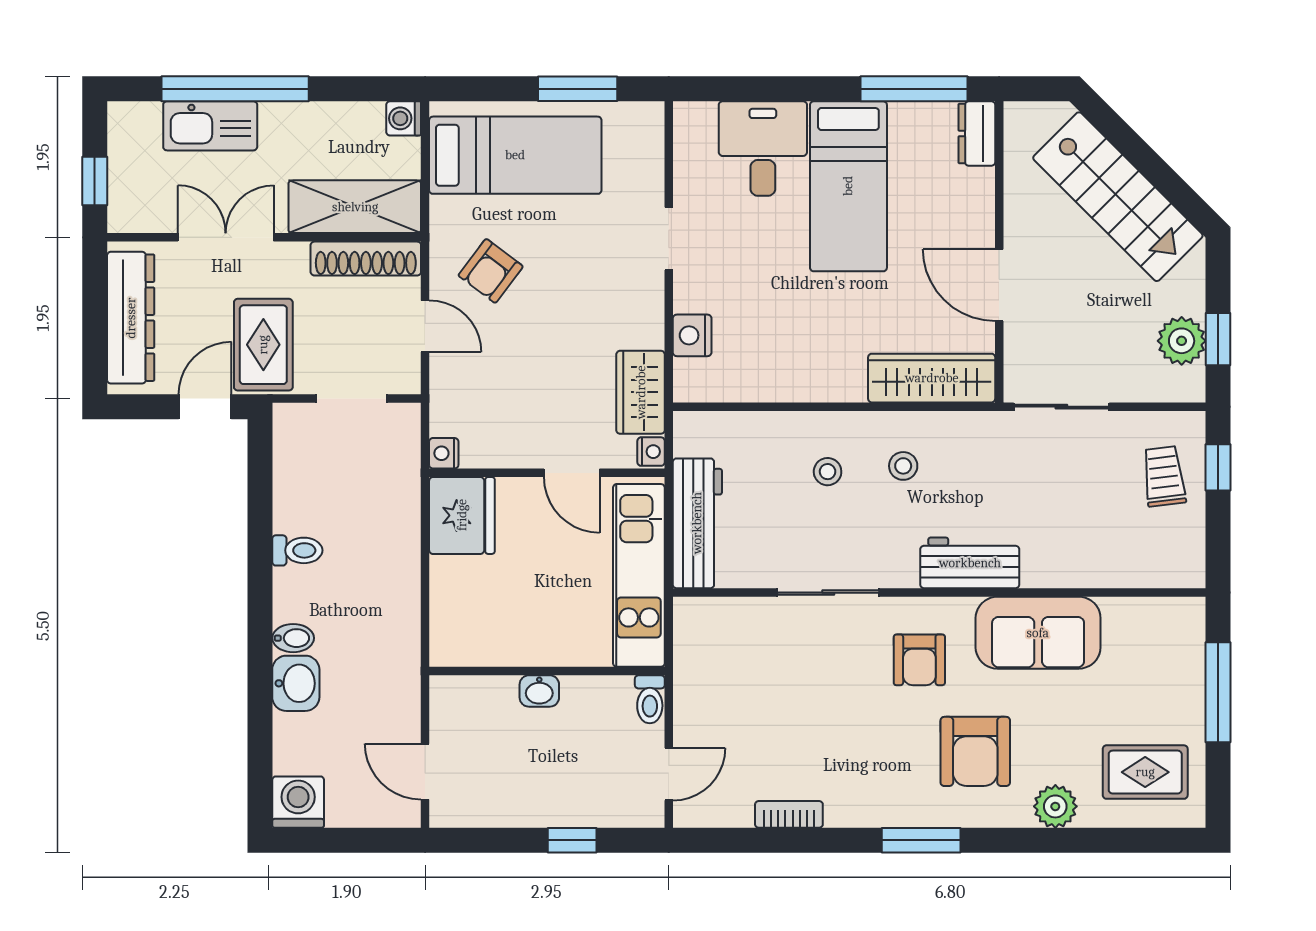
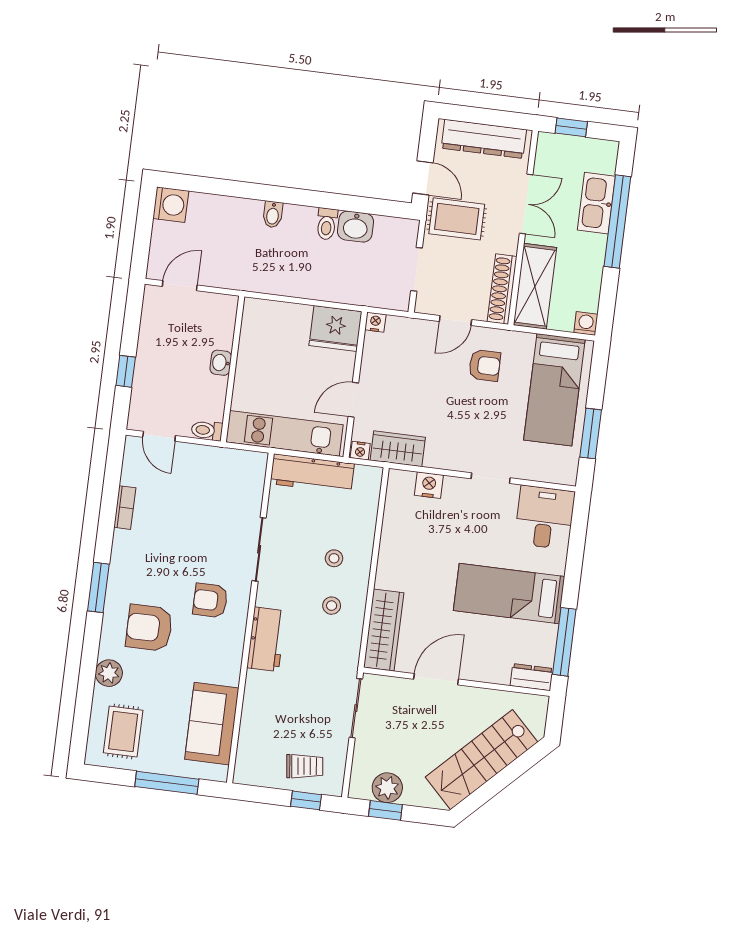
desk: (763, 148) -> (545, 517), moved, turned -90
armchair: (491, 271) -> (485, 365), turned 143
sofa: (1038, 633) -> (212, 724), moved
washbasin: (296, 683) -> (356, 227), moved

